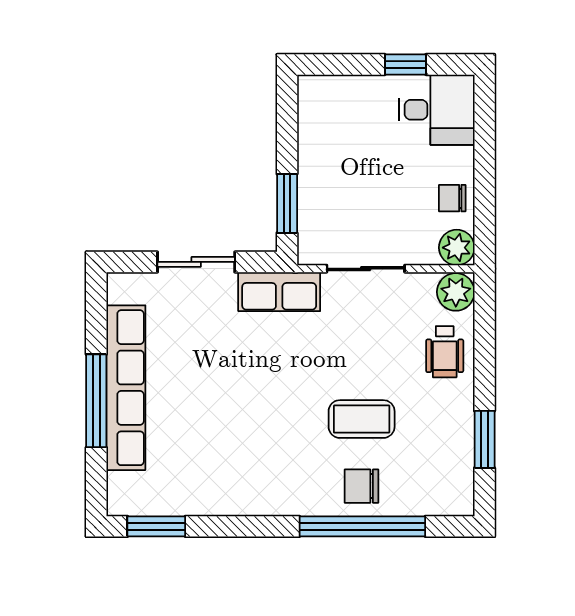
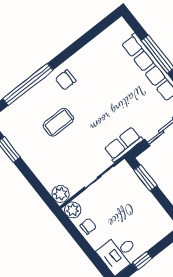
wheelchair: (445, 352) -> (48, 170), removed
chair: (362, 486) -> (66, 80), moved, turned 180
window: (156, 526) -> (101, 26), removed

